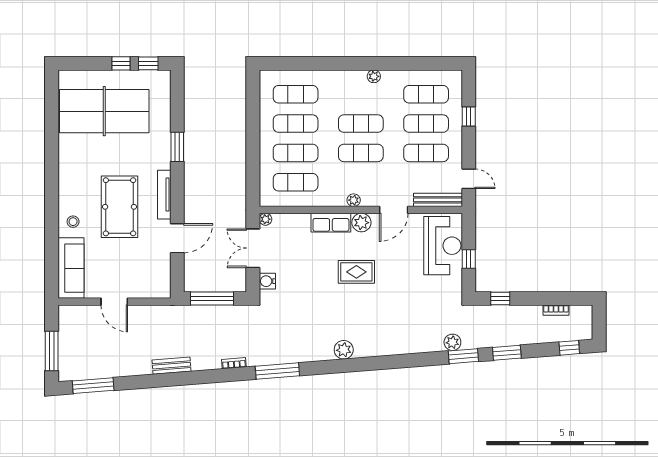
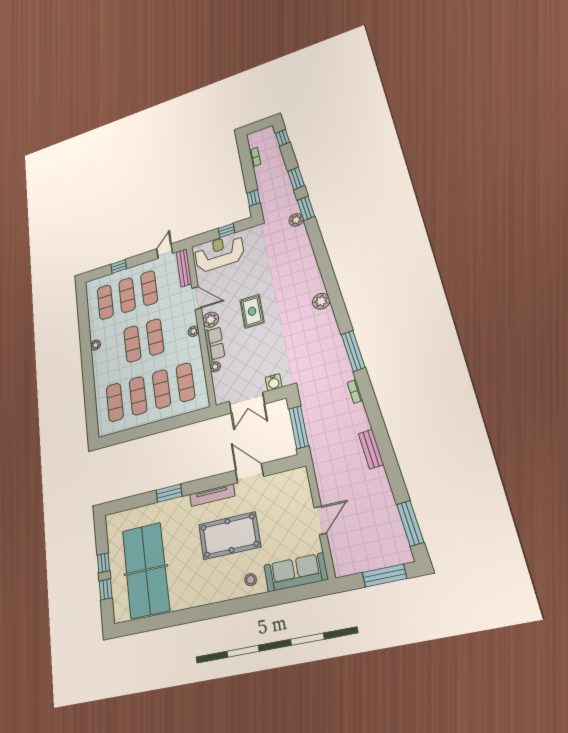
window: (148, 63) -> (106, 589), moved
plant: (265, 219) -> (215, 367), moved

